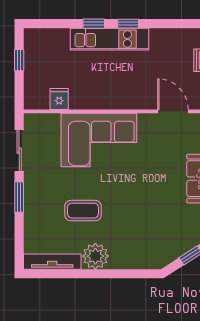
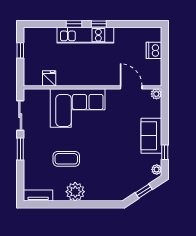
tv unit: (52, 262) -> (38, 196), width x0.71

